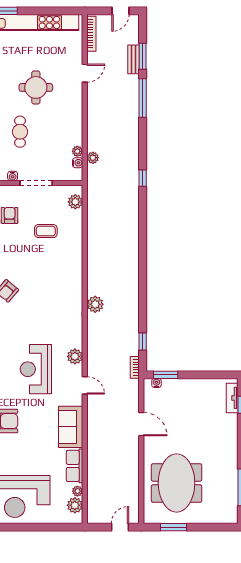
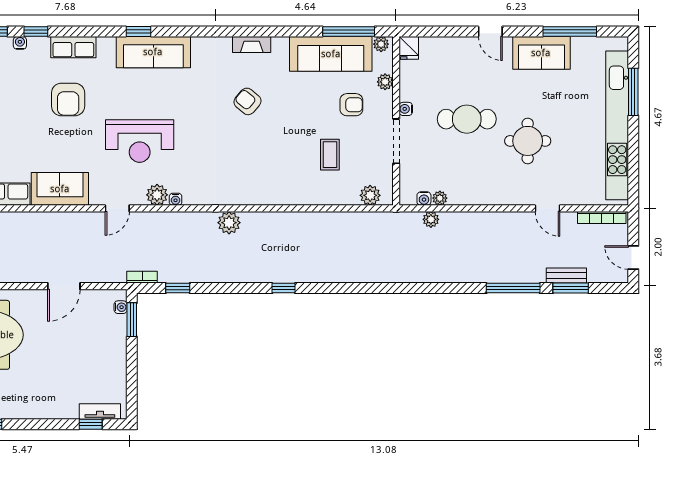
cafe table: (20, 132) -> (467, 119), width x1.37, depth x1.35
window: (143, 178) -> (284, 288), moved
water cooler: (78, 343) -> (176, 199), added
reception desk: (36, 369) -> (140, 141), turned 180

